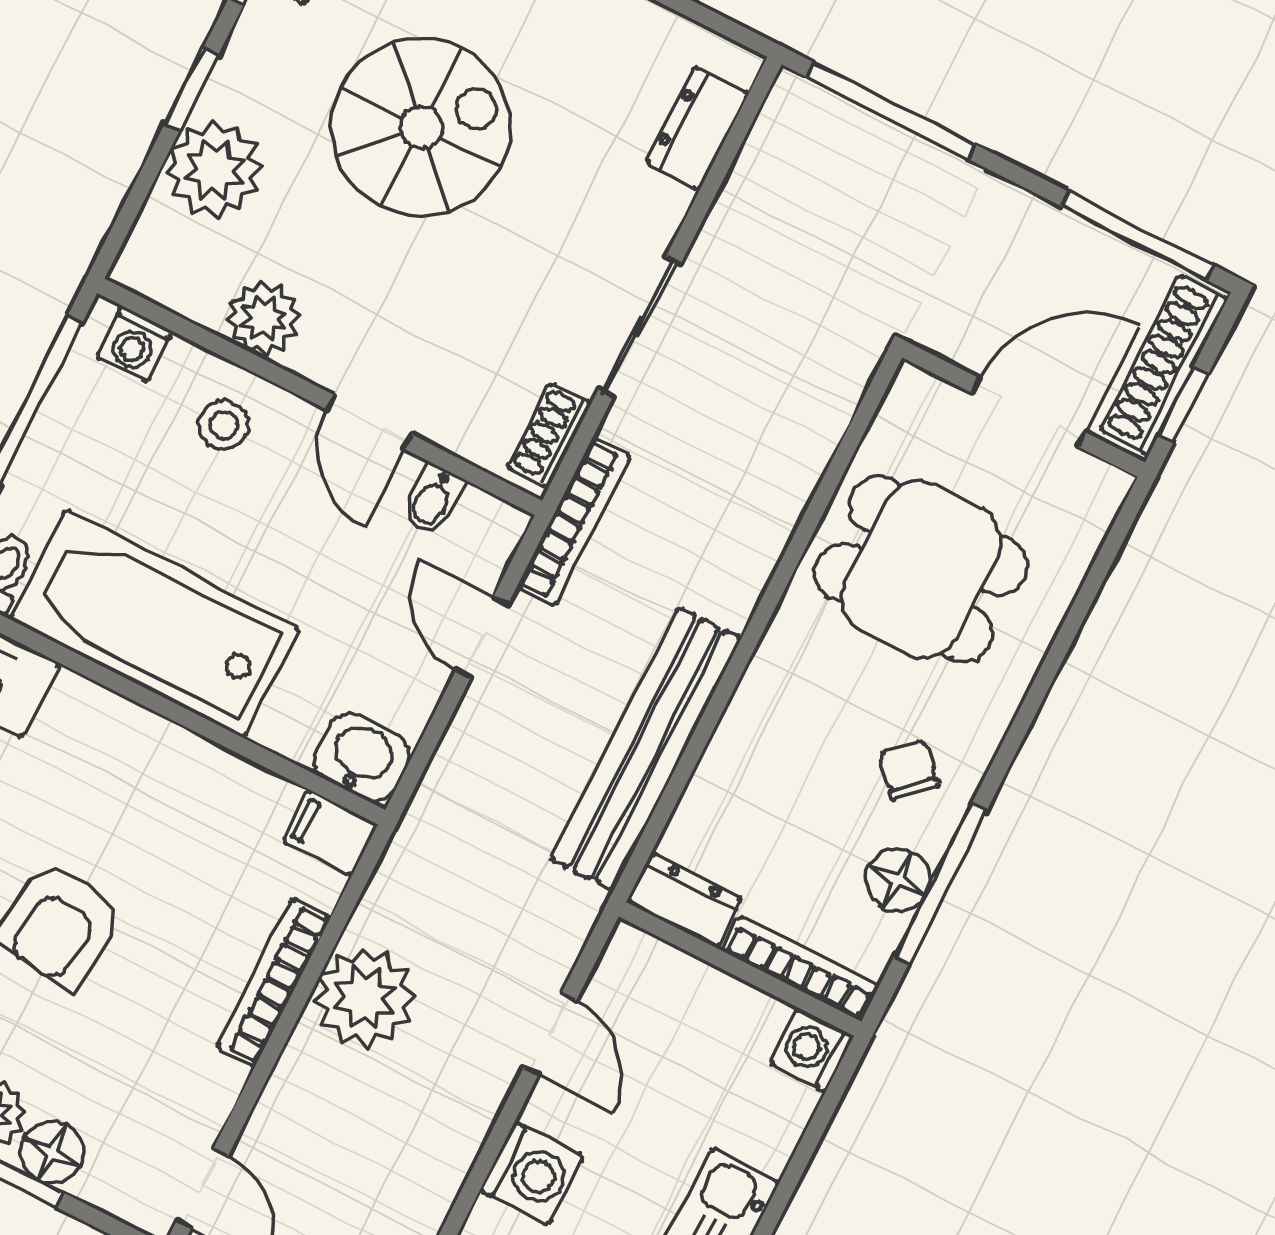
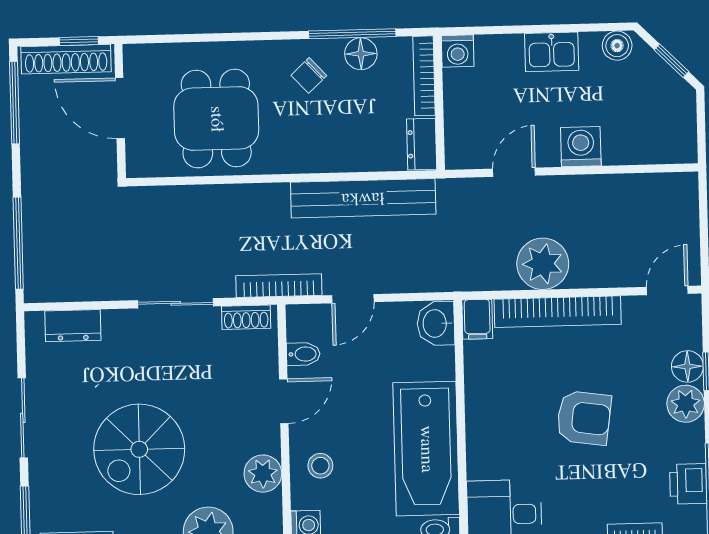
spiral stairs: (421, 127) -> (139, 449), turned -90
bookcase: (274, 982) -> (558, 312), width x1.48, depth x1.31

